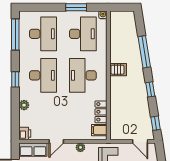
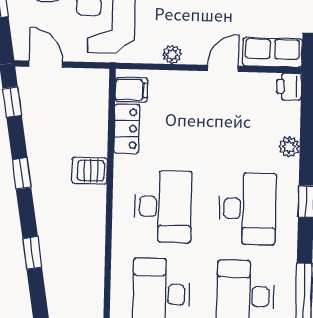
window: (144, 52) -> (32, 253), width x0.46
server rack: (118, 70) -> (90, 171), moved
desk: (43, 75) -> (247, 209), turned 180

